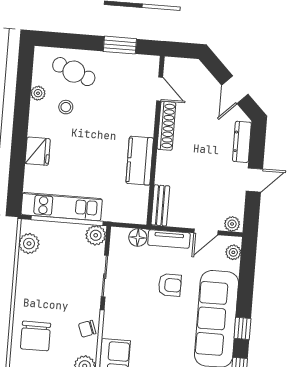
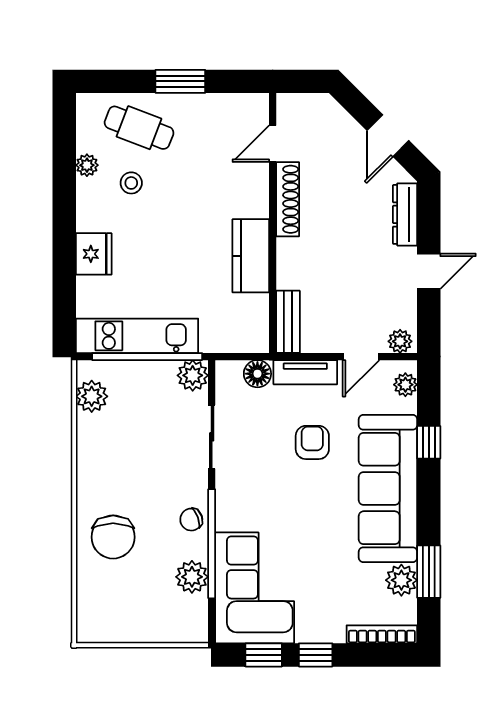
window: (120, 45) -> (180, 81), moved
door: (160, 89) -> (273, 144), swing flipped
armchair: (170, 285) -> (312, 442), turned -90
window: (242, 328) -> (429, 442), moved

